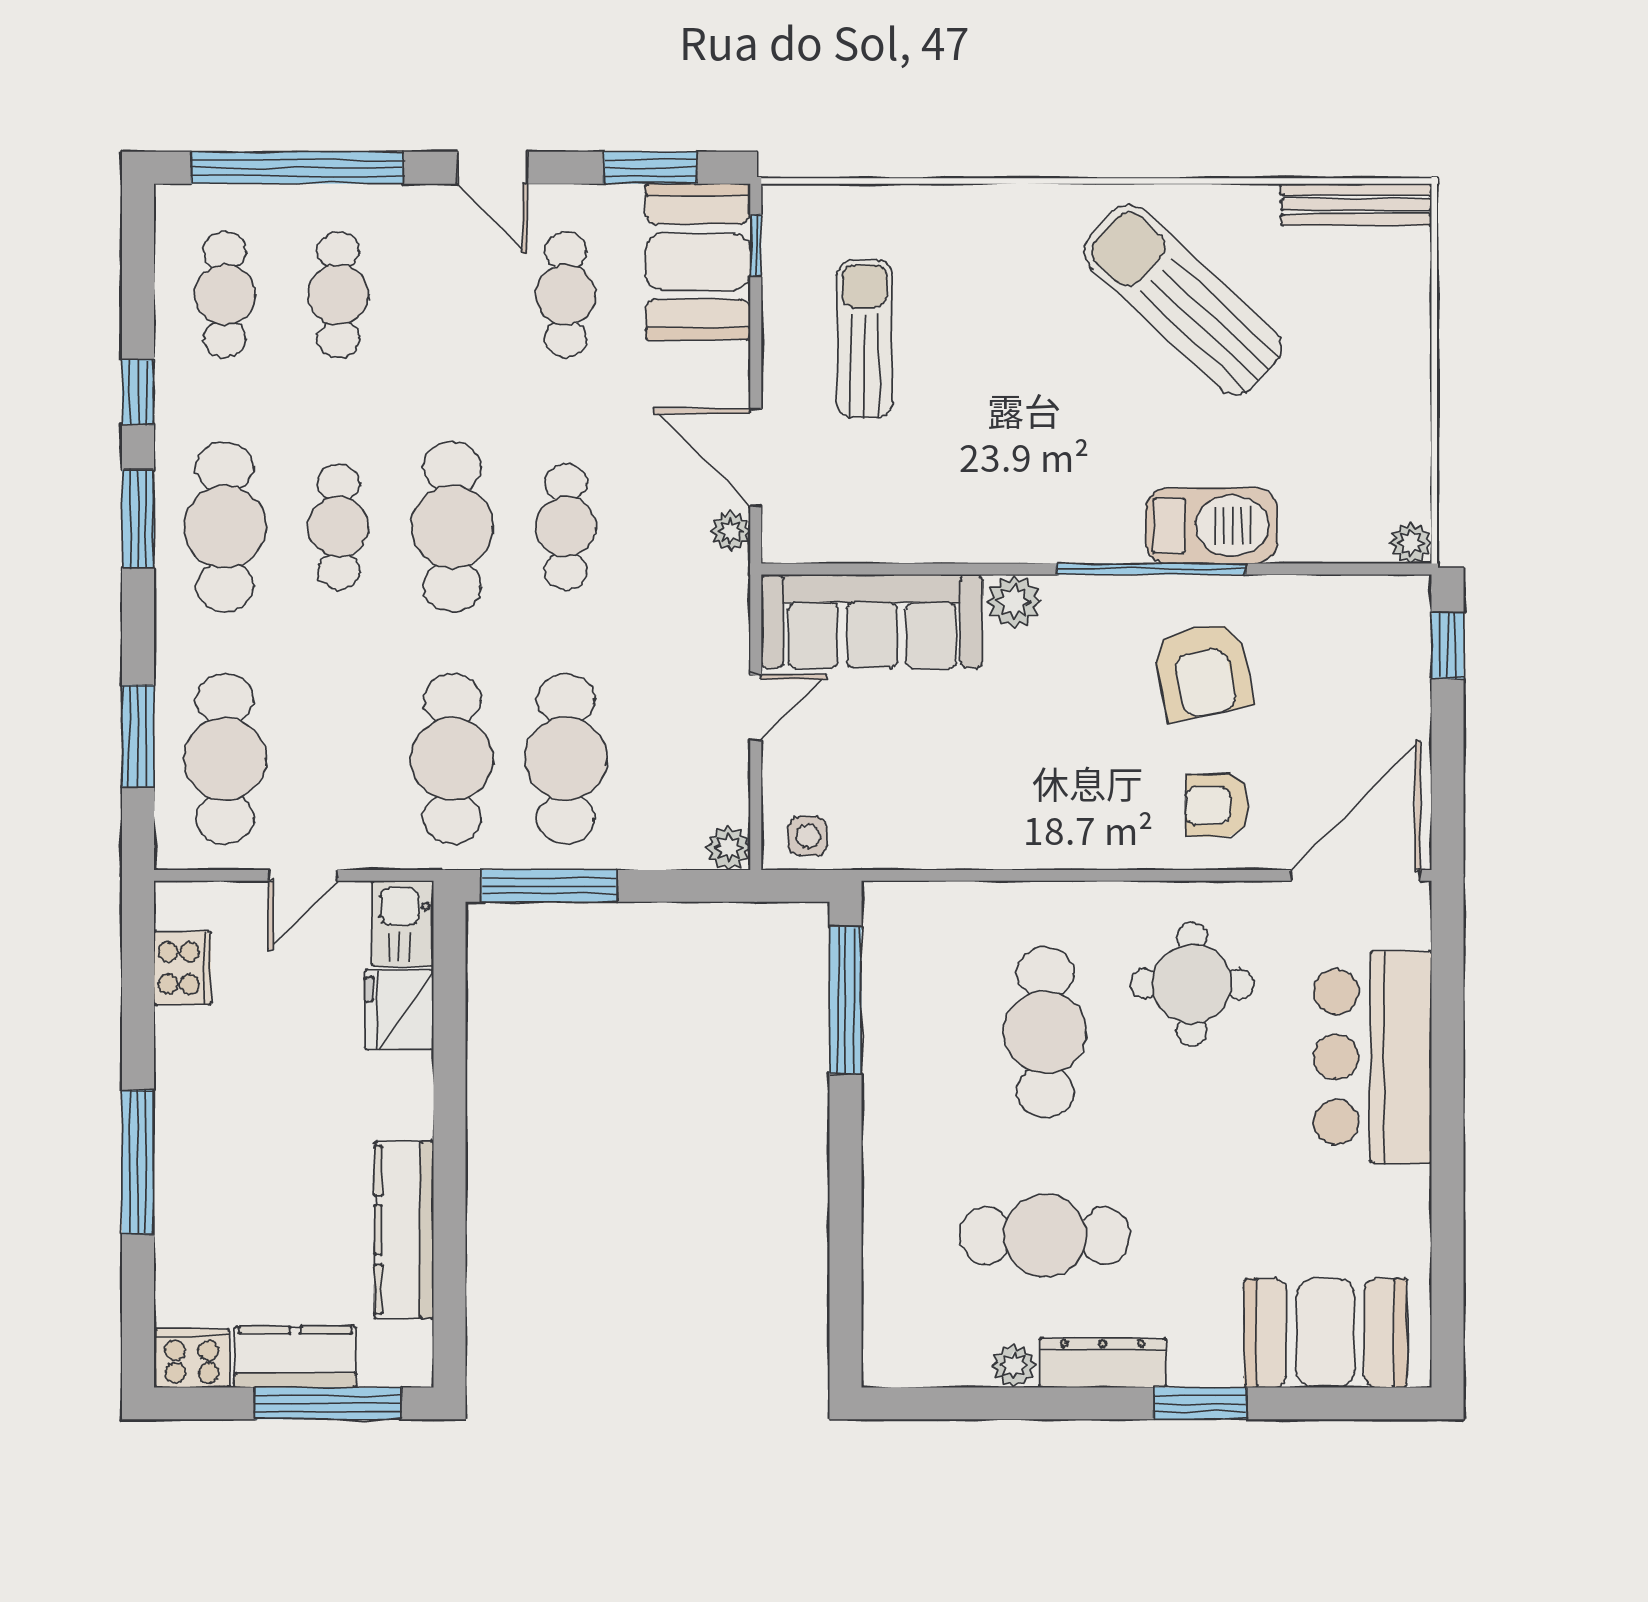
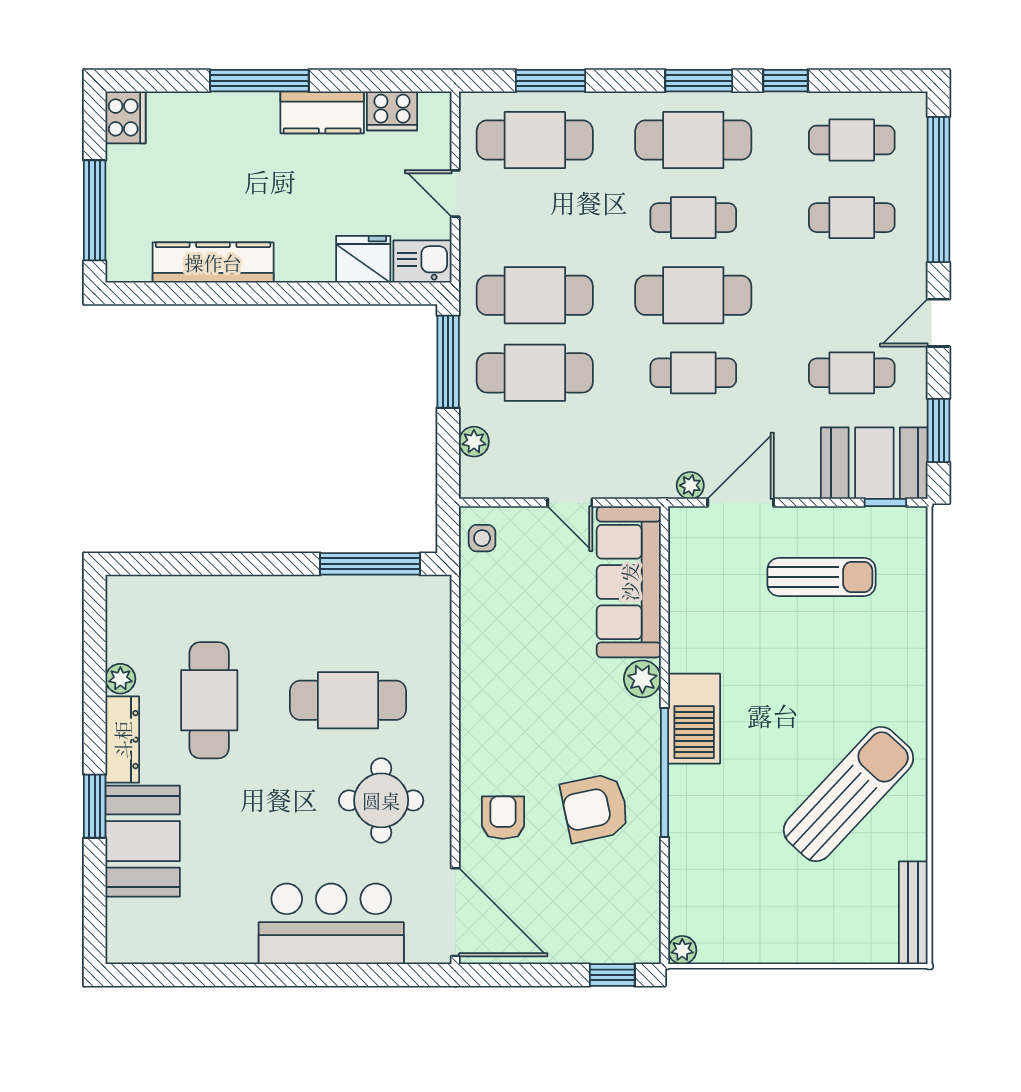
barbecue: (1211, 526) -> (694, 719), moved
plant: (728, 848) -> (474, 442), moved
booth: (1325, 1333) -> (143, 841), moved
kitchen counter: (295, 1357) -> (322, 112), moved, turned 90

